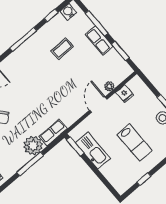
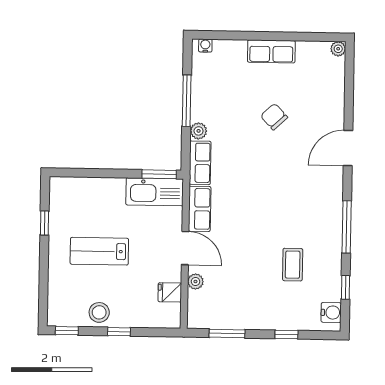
window: (97, 23) -> (286, 335), width x0.46
row of seats: (99, 40) -> (200, 209), moved, turned 90
plant: (33, 146) -> (199, 131), width x0.53, depth x0.53
kitchen sink: (93, 151) -> (155, 192), moved

